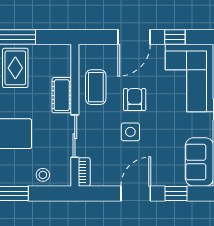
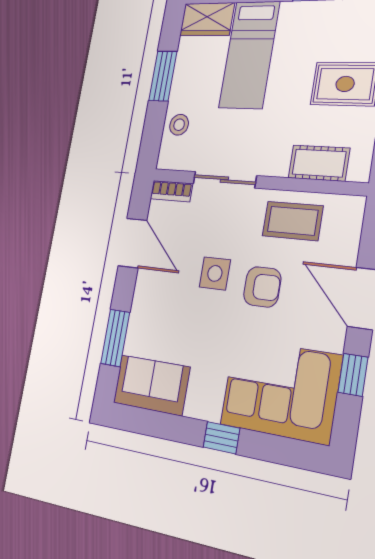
cot: (62, 95) -> (319, 163), moved
door: (136, 193) -> (132, 243), moved
window: (176, 193) -> (115, 338), width x1.50

